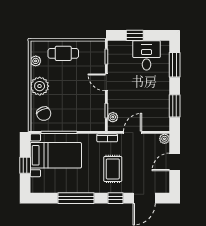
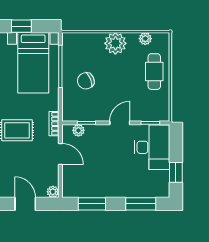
window: (135, 35) -> (176, 172), moved
desk: (146, 55) -> (152, 147), moved, width x1.37
chair: (44, 114) -> (86, 81), moved

